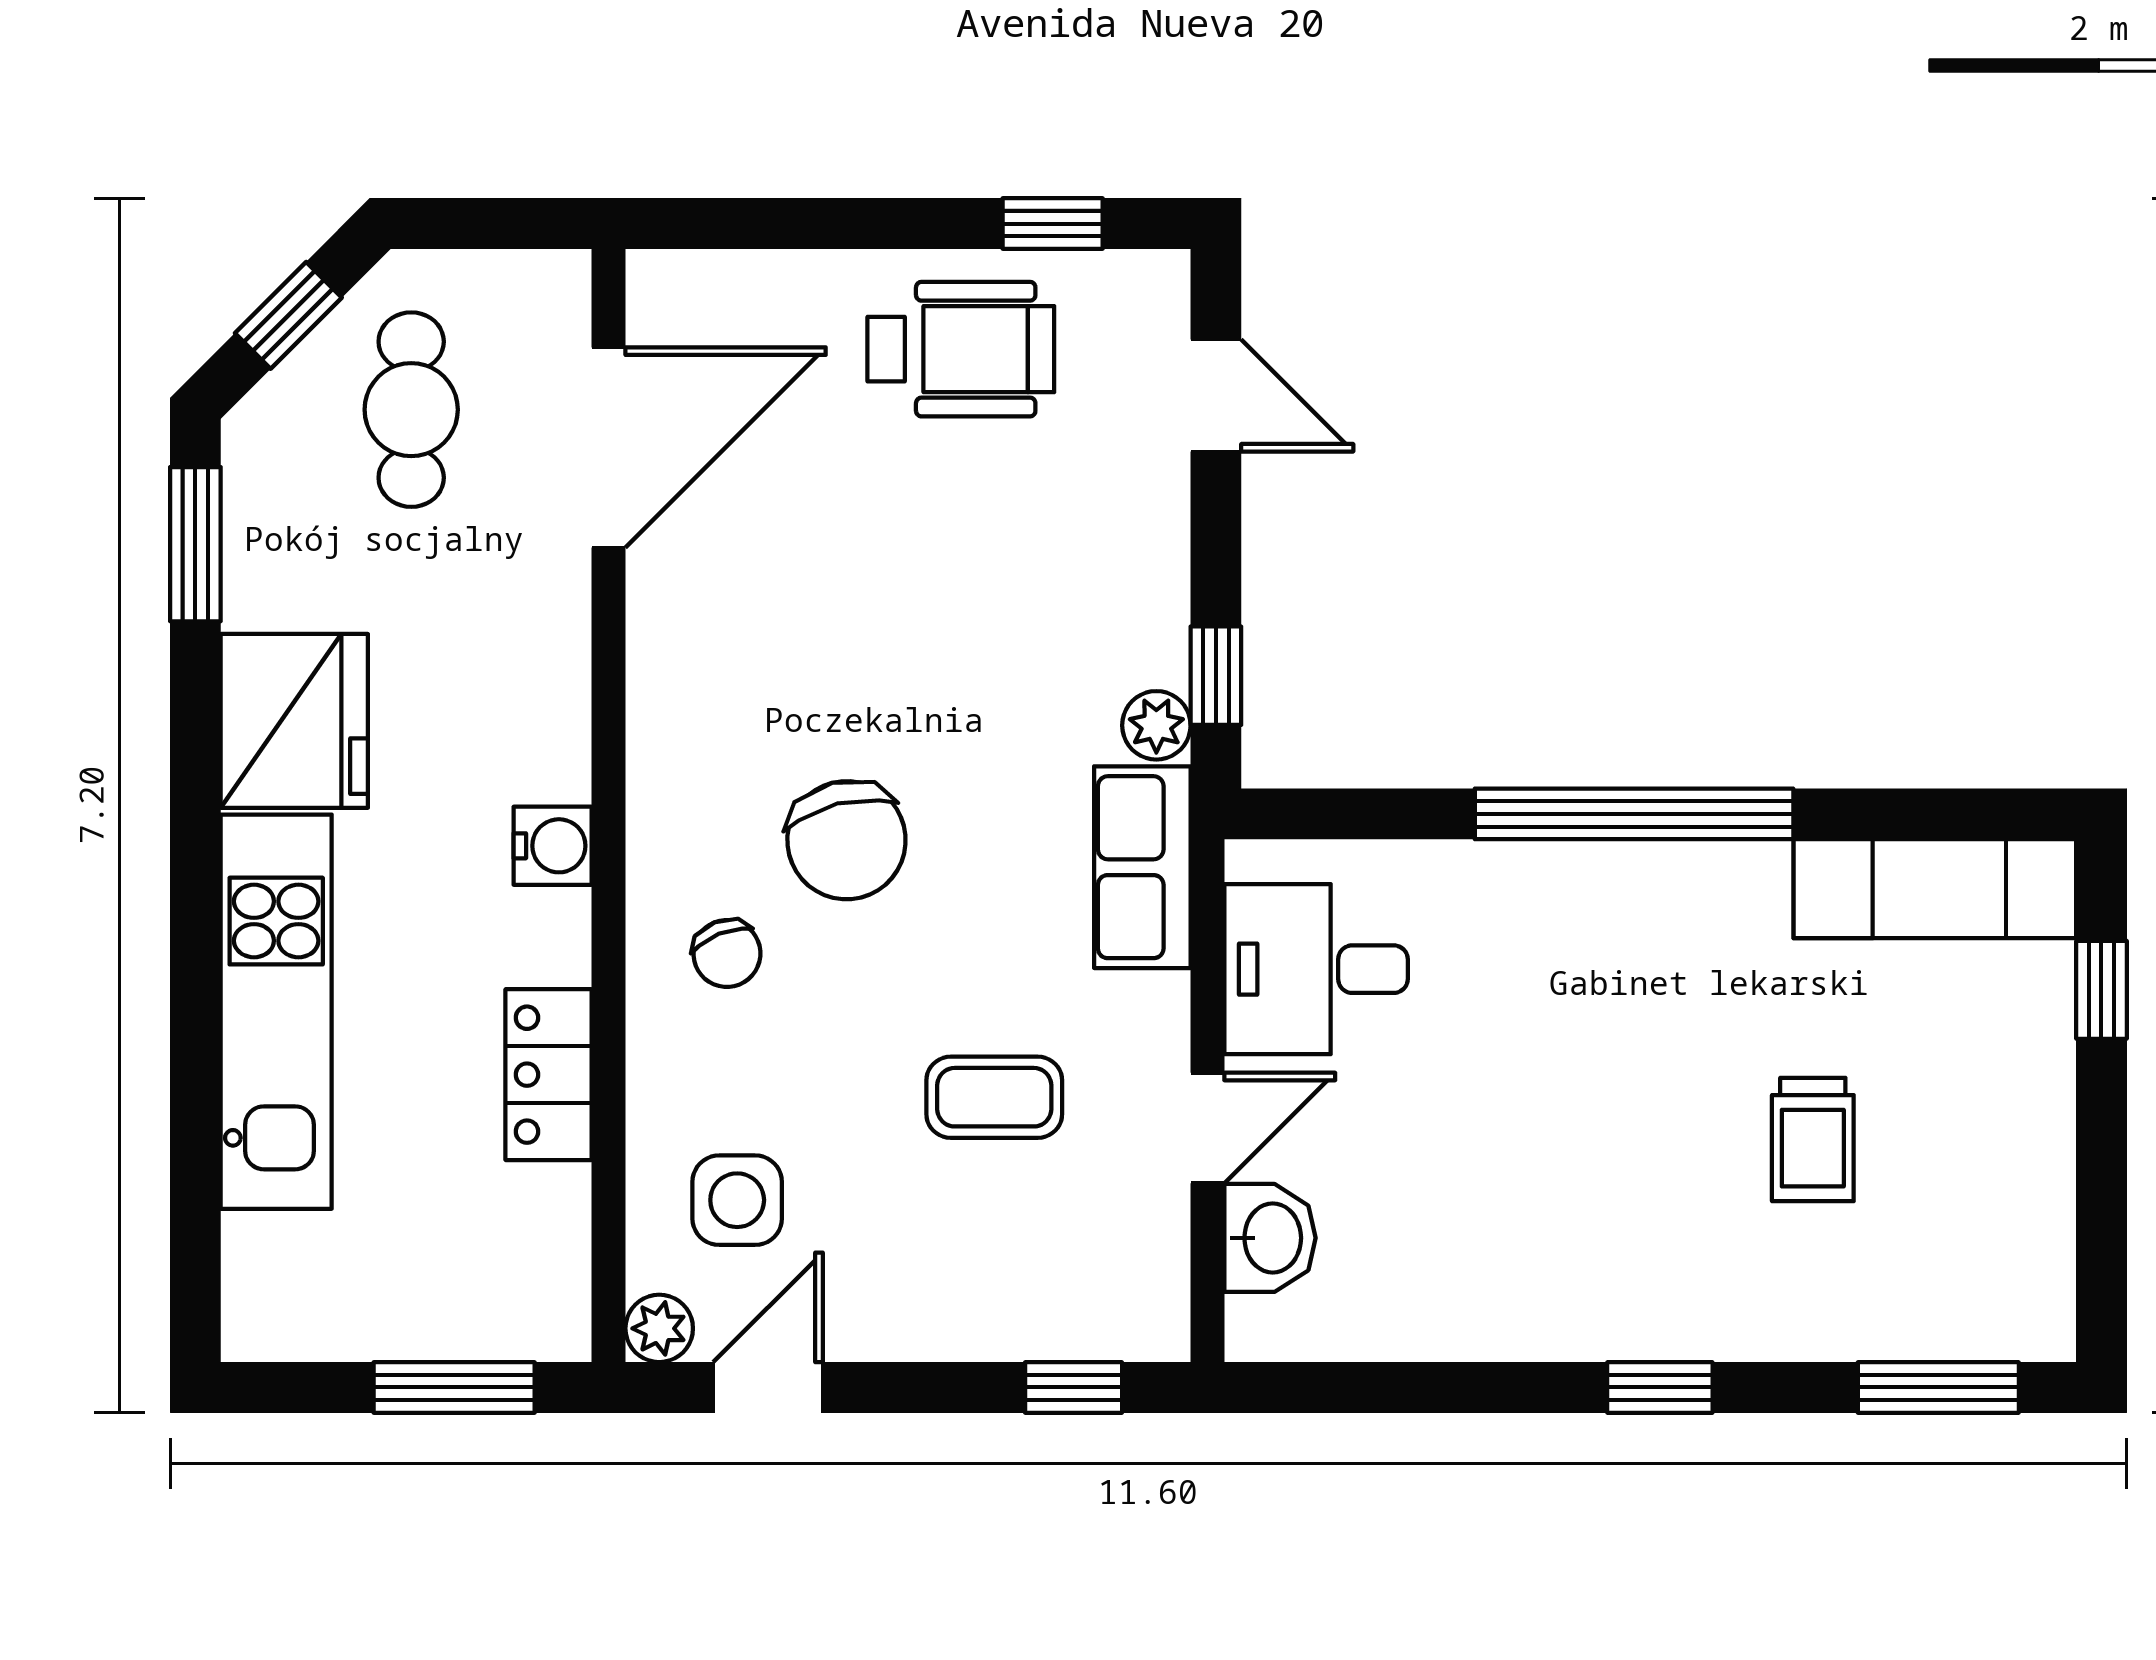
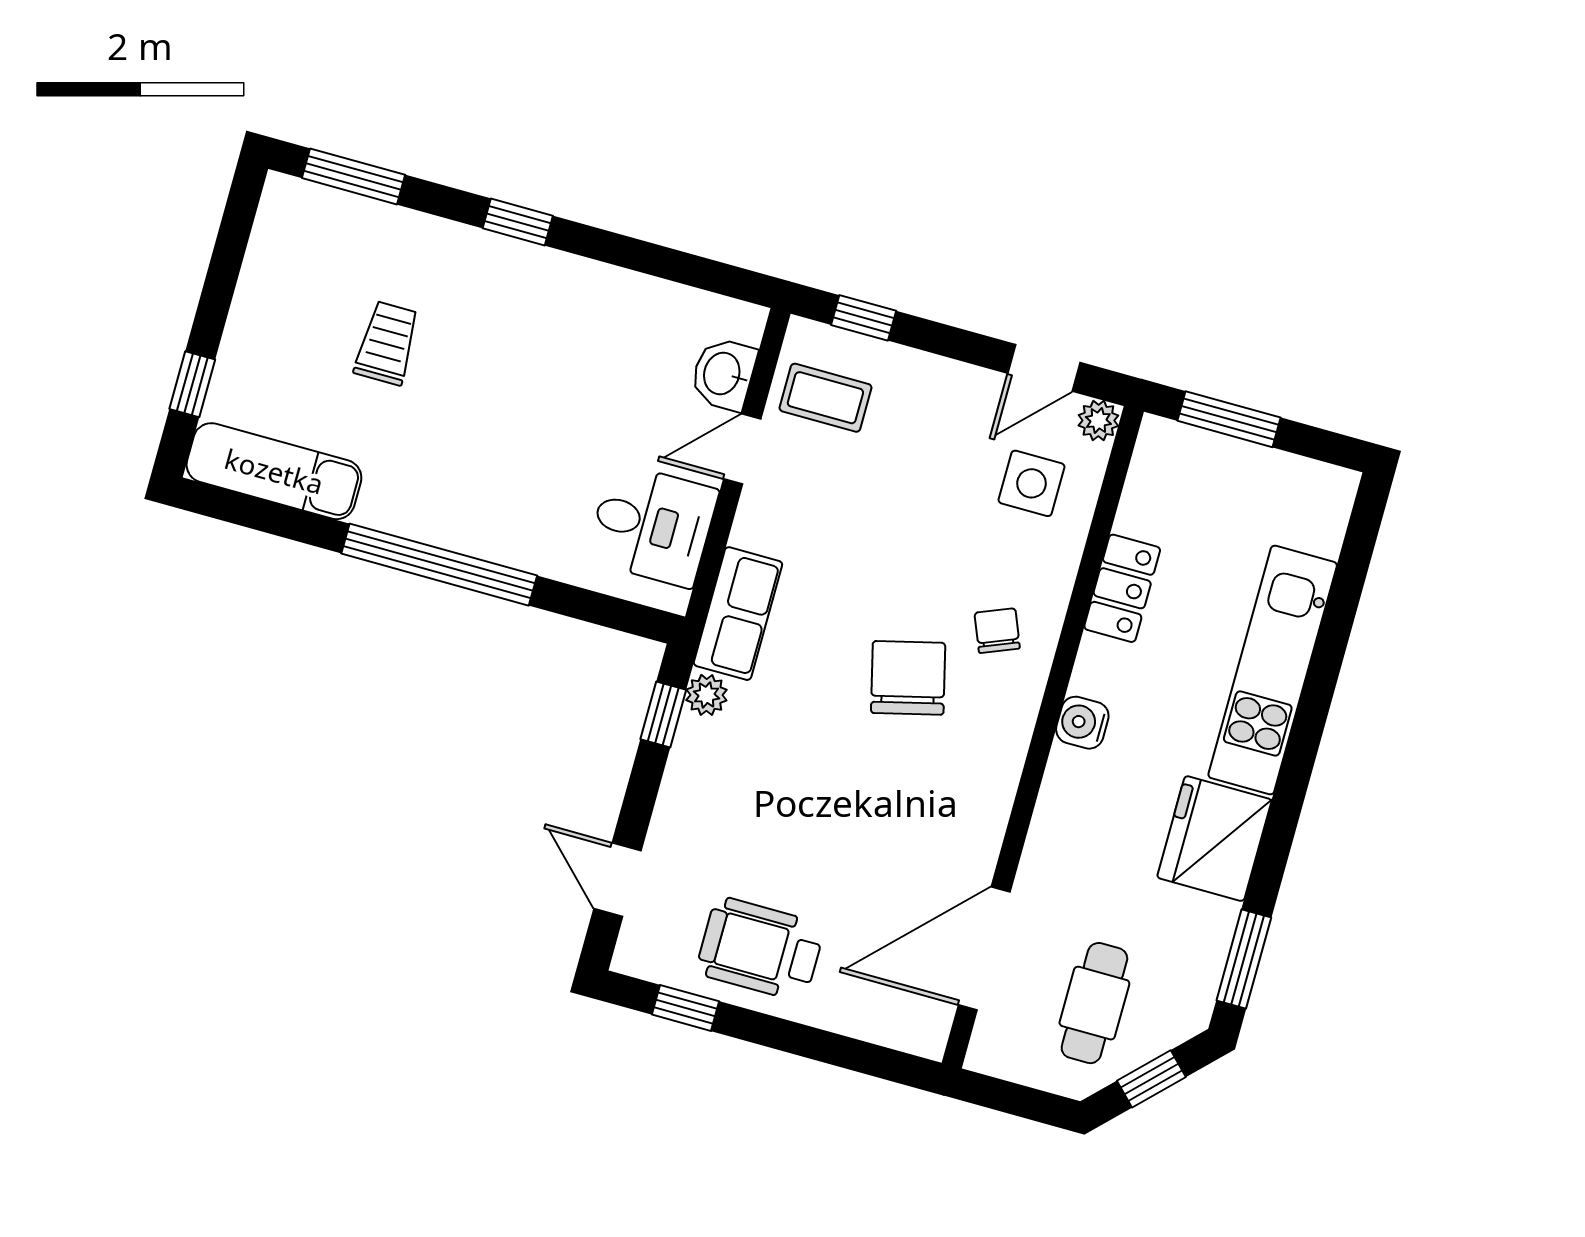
coffee table: (994, 1097) -> (825, 398), moved

